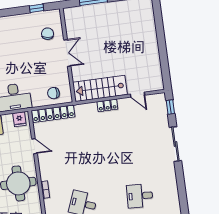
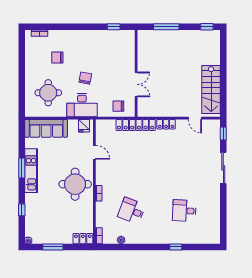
chair: (48, 34) -> (85, 78), moved
double door: (67, 53) -> (136, 84), moved
stairs: (100, 88) -> (211, 89), moved, turned -90
locker: (53, 114) -> (136, 125), moved

